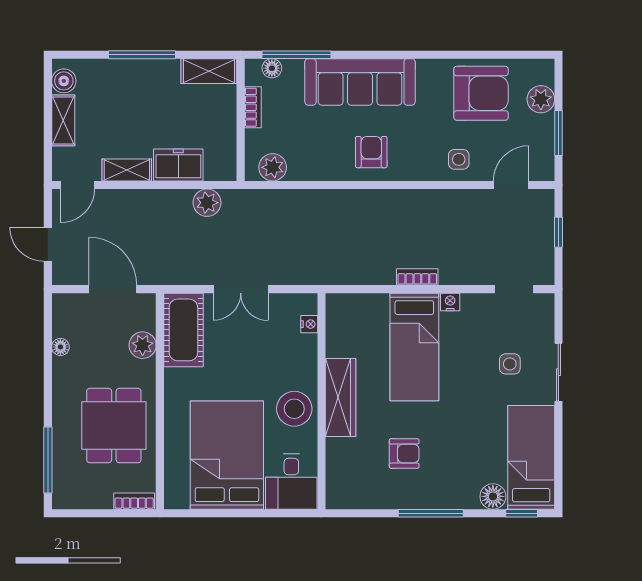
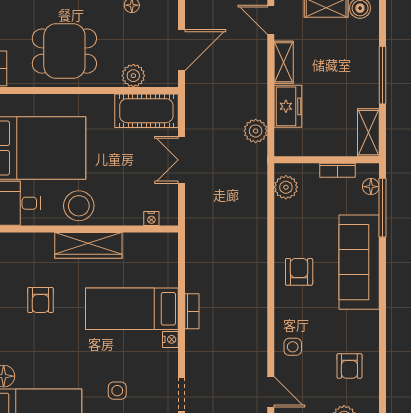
armchair: (481, 93) -> (349, 366), width x0.53, depth x0.53
armchair: (371, 152) -> (299, 272), turned -90

